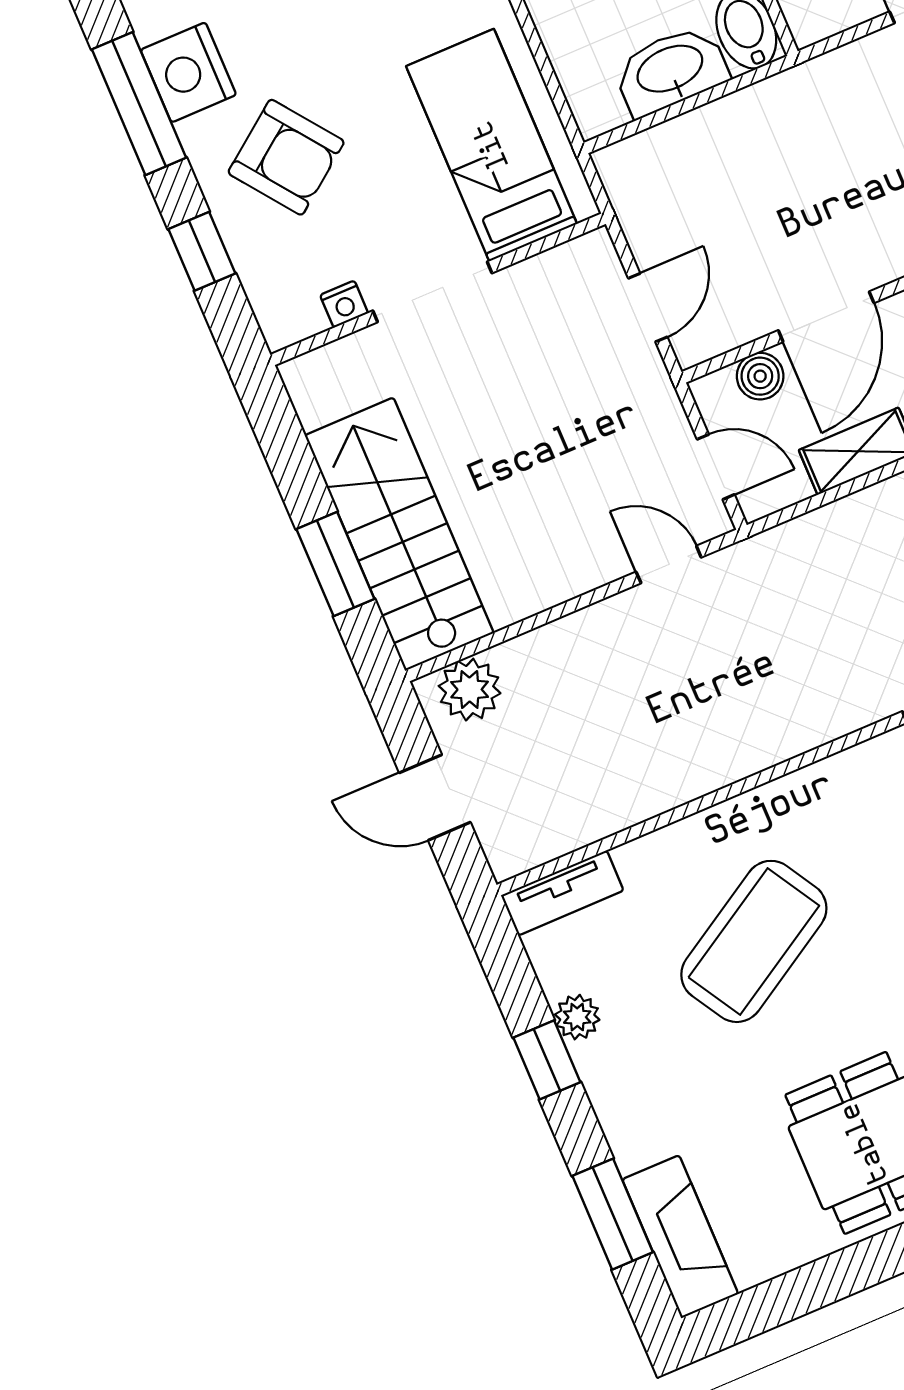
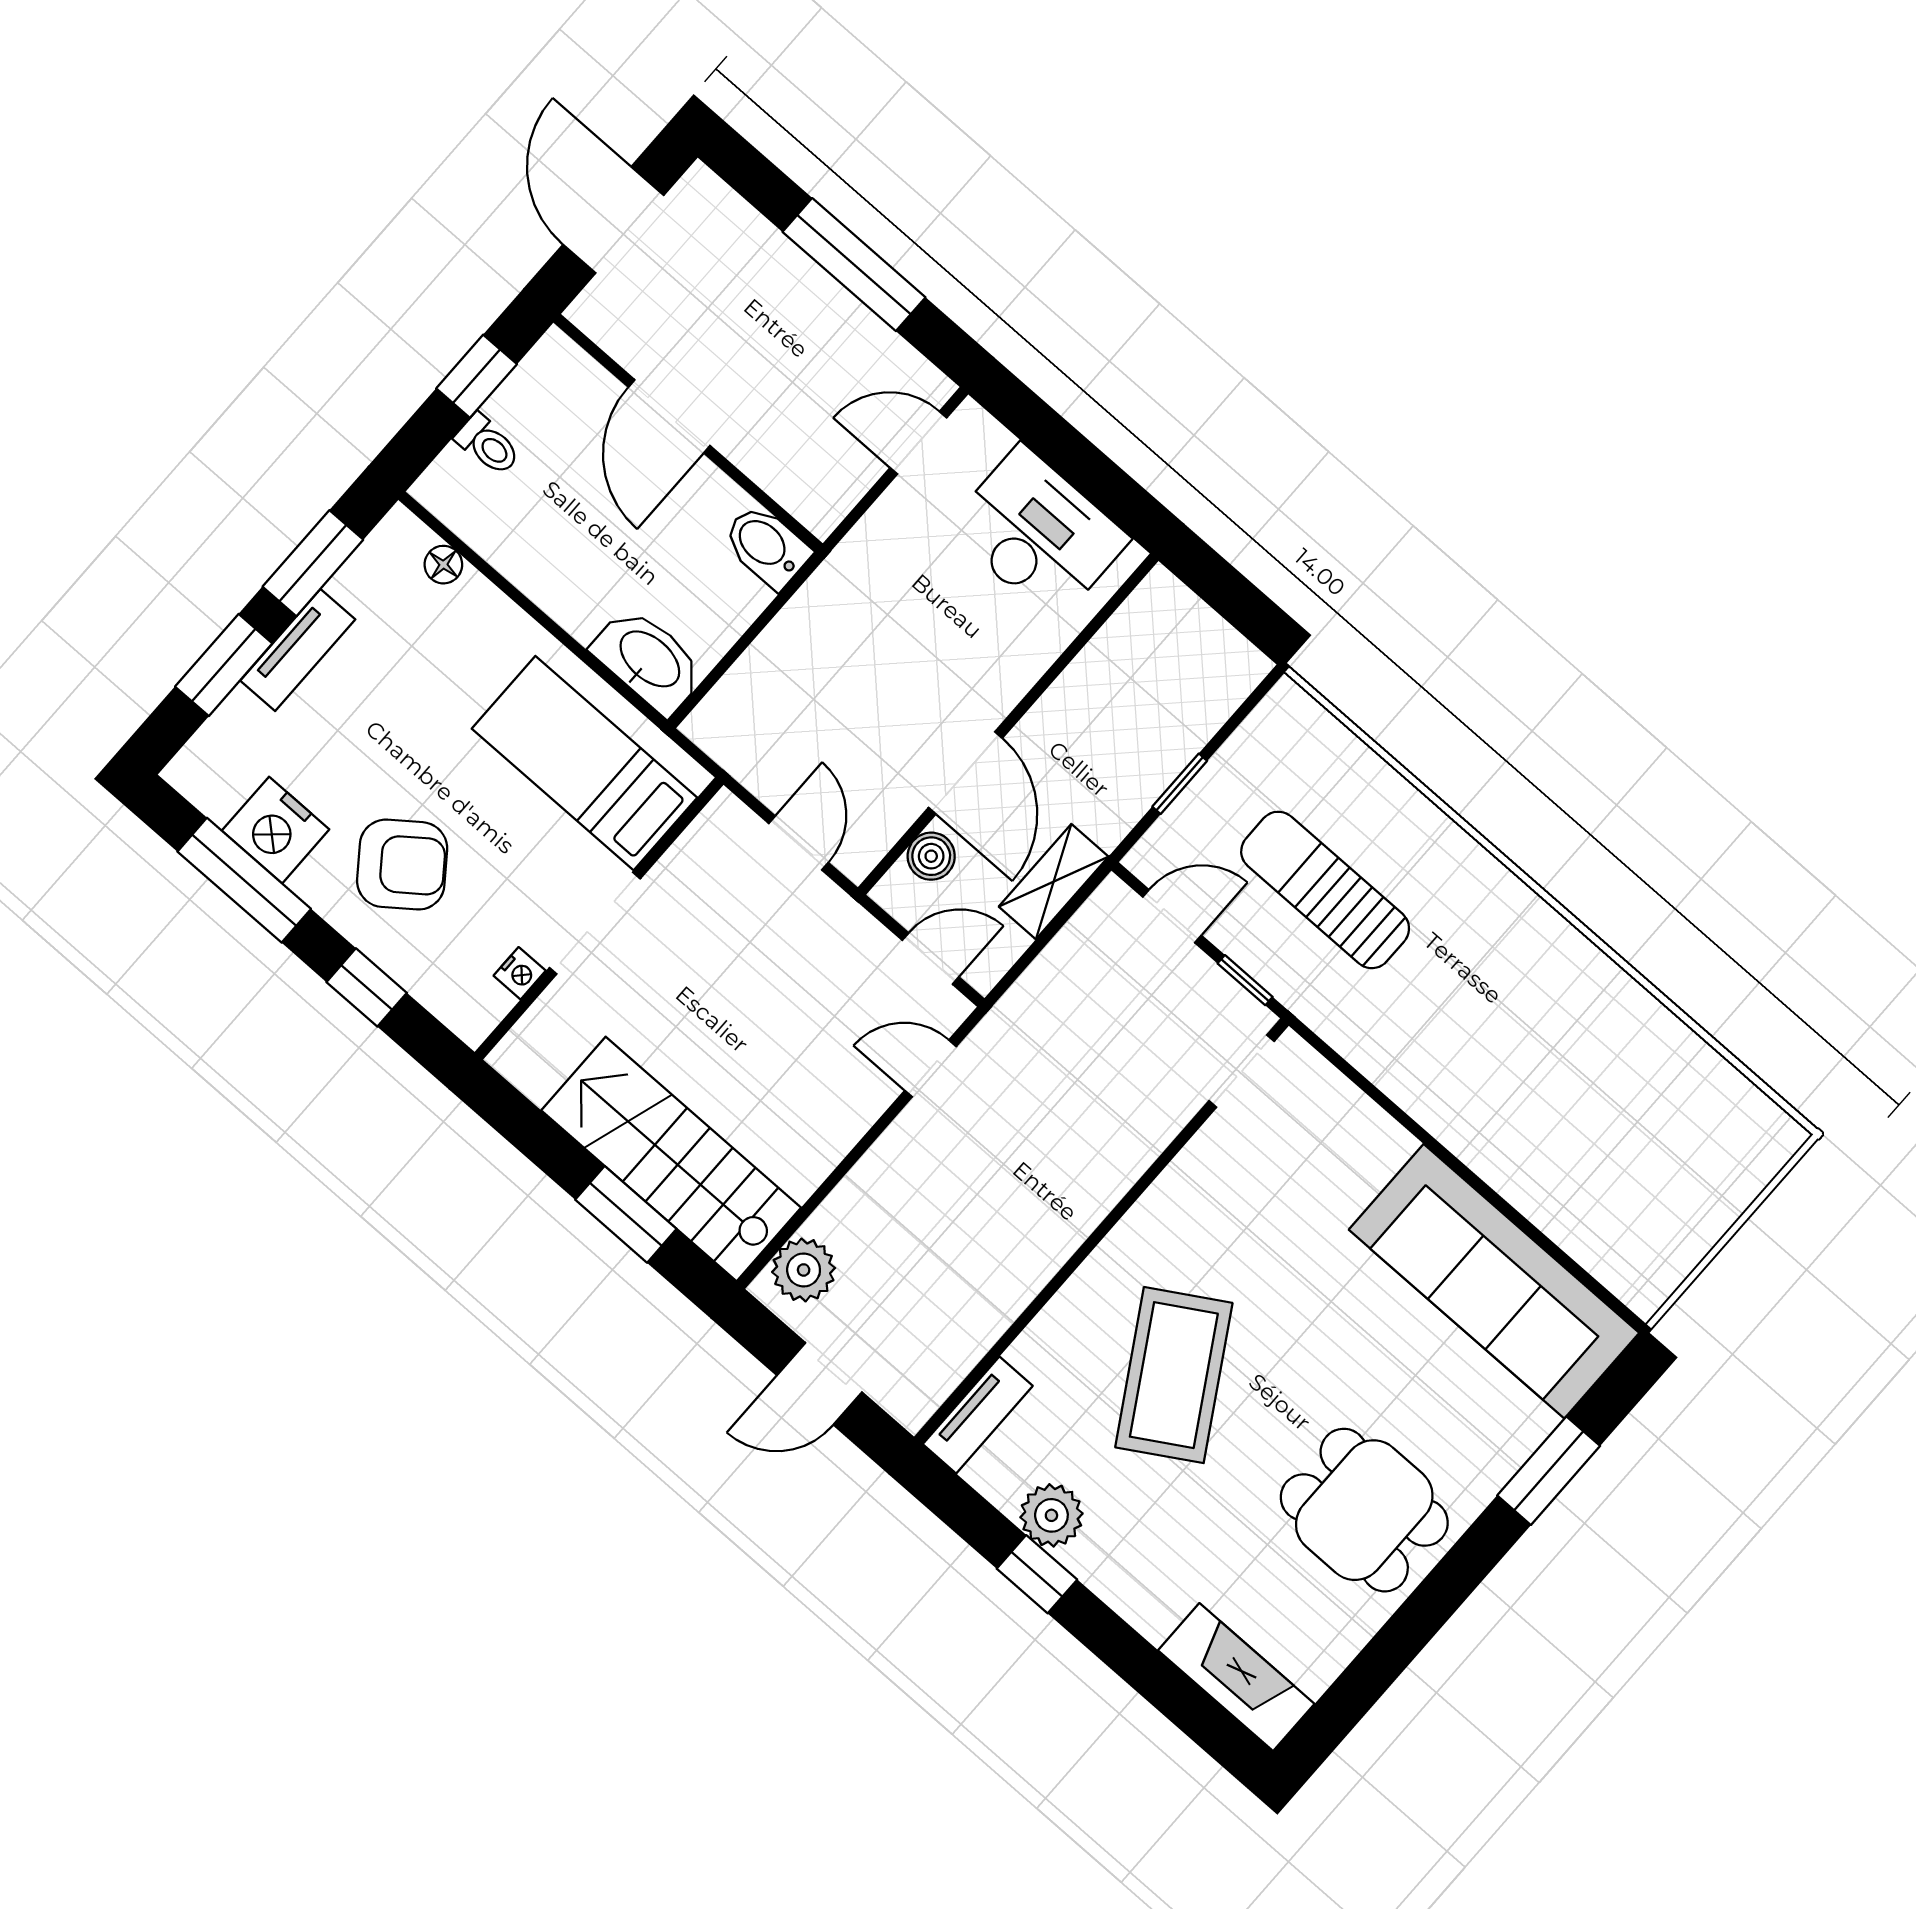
washbasin: (671, 70) -> (649, 660), moved, turned 90
plant: (577, 1017) -> (1051, 1515), width x1.38, depth x1.38
window: (613, 1214) -> (1165, 1686), removed

